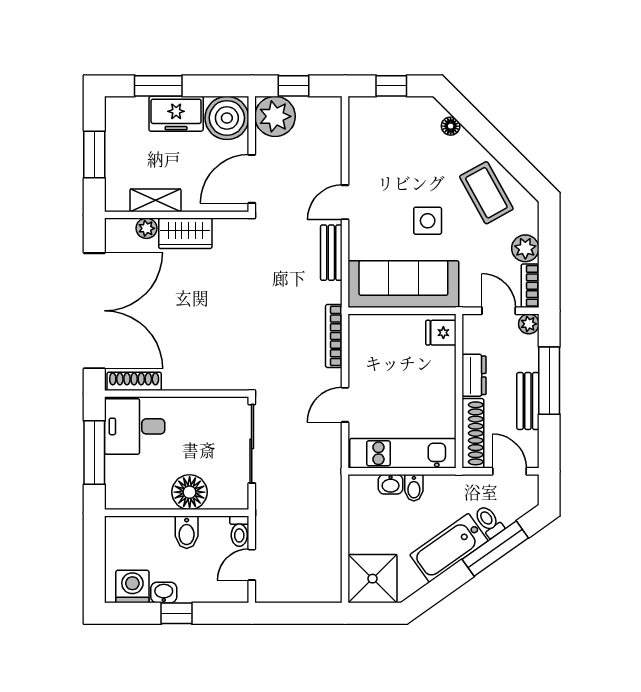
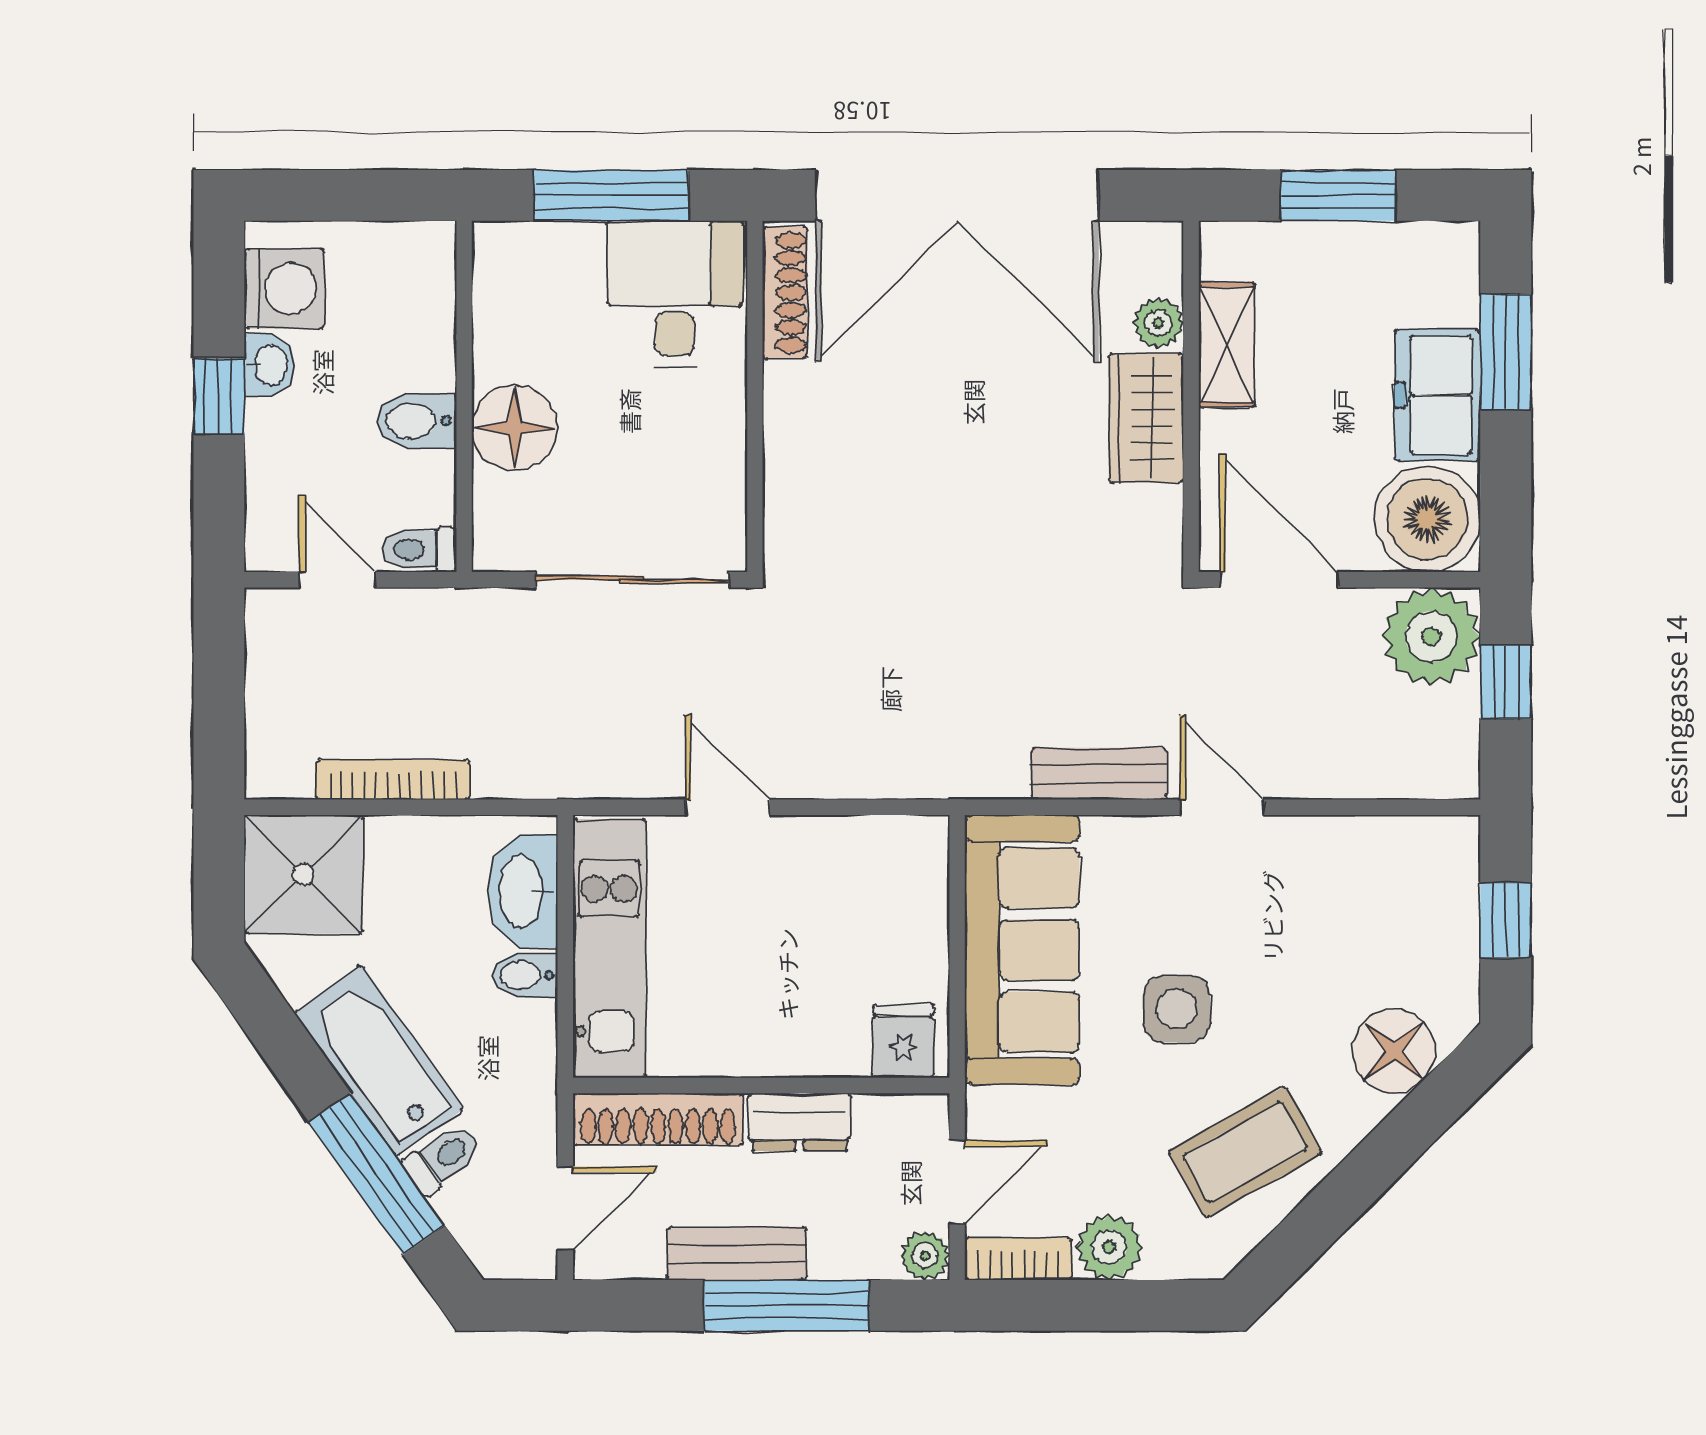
floor lamp: (451, 126) -> (1394, 1051), width x1.89, depth x1.89
bookcase: (334, 336) -> (393, 780), moved
washbasin: (391, 484) -> (523, 891), width x1.91, depth x1.45

